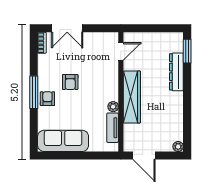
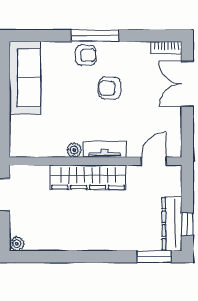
window: (165, 28) -> (187, 224), added
door: (121, 51) -> (154, 161), swing flipped
dresser: (176, 72) -> (172, 224), moved, turned -90
tv unit: (113, 128) -> (104, 149), moved

